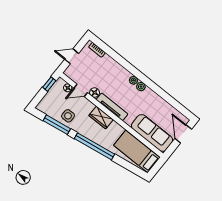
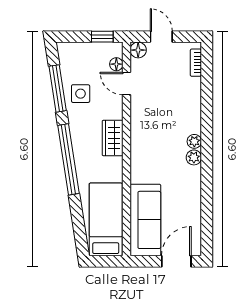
floor lamp: (95, 93) -> (138, 50), moved
tv unit: (112, 107) -> (138, 141), removed

